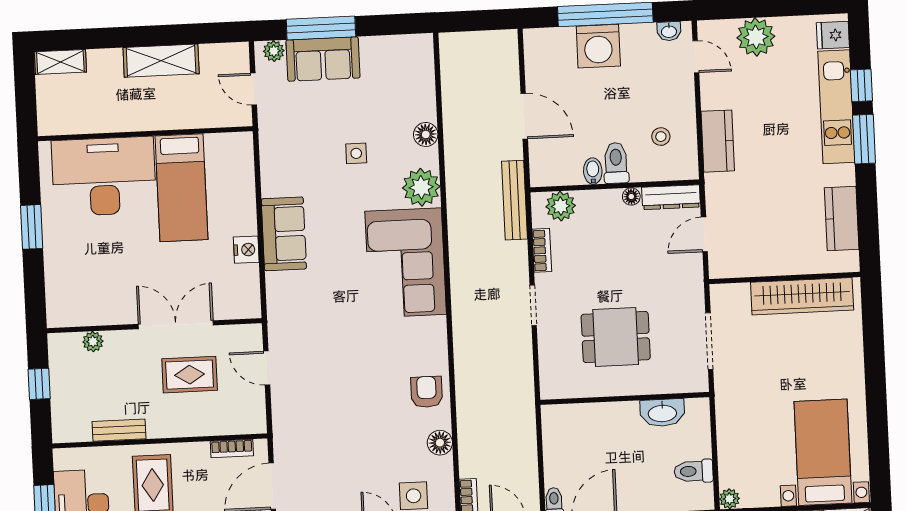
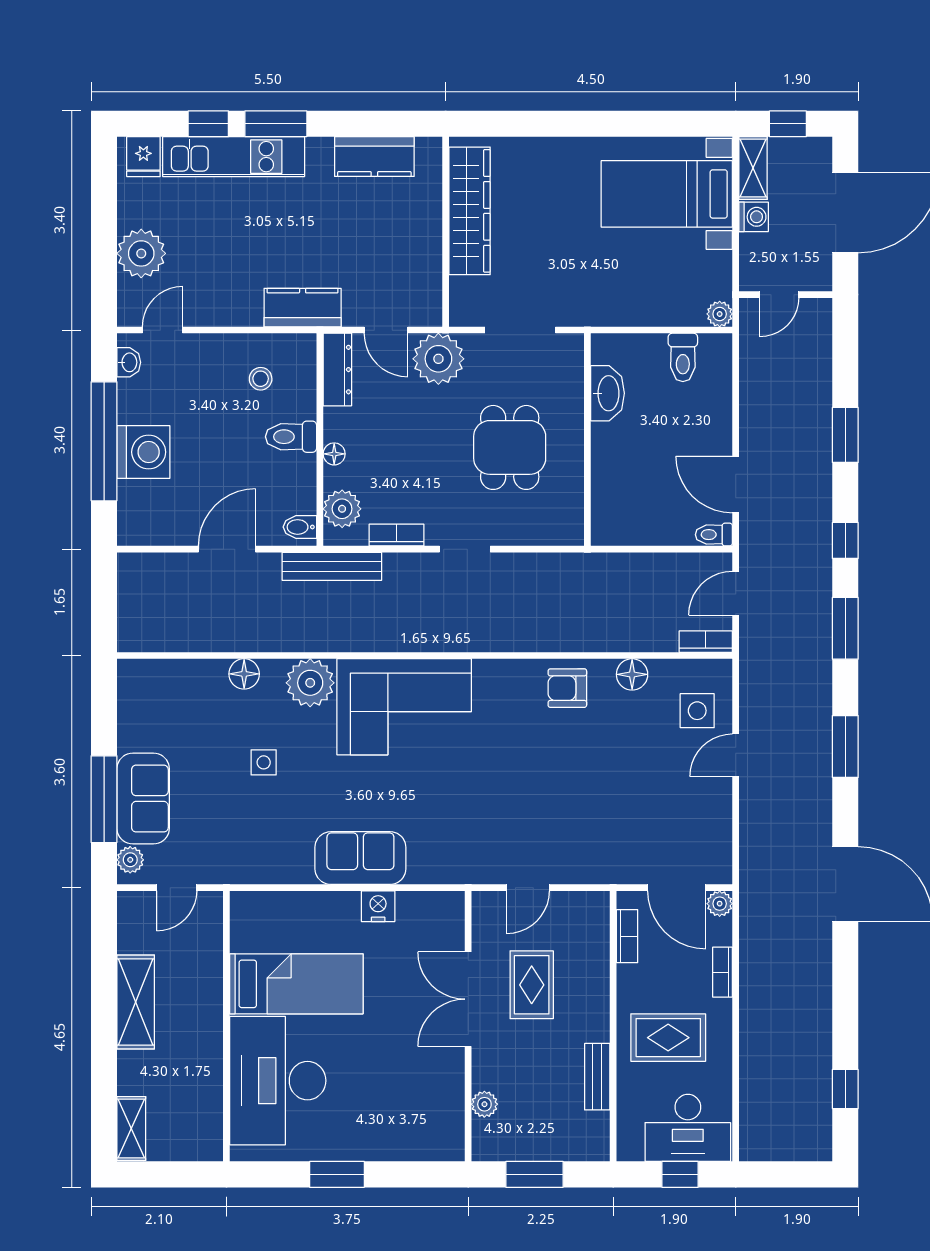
kitchen counter: (718, 141) -> (303, 308), moved
bidet: (593, 171) -> (300, 527), moved
floor lamp: (631, 196) -> (334, 454), moved
plant: (683, 277) -> (438, 359), added
window: (39, 384) -> (534, 1174), width x1.50

